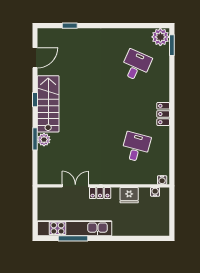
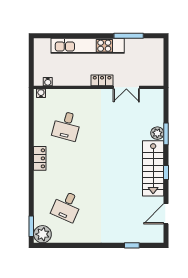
fridge: (129, 195) -> (73, 78), removed
kitchen unit: (75, 228) -> (88, 46), moved

